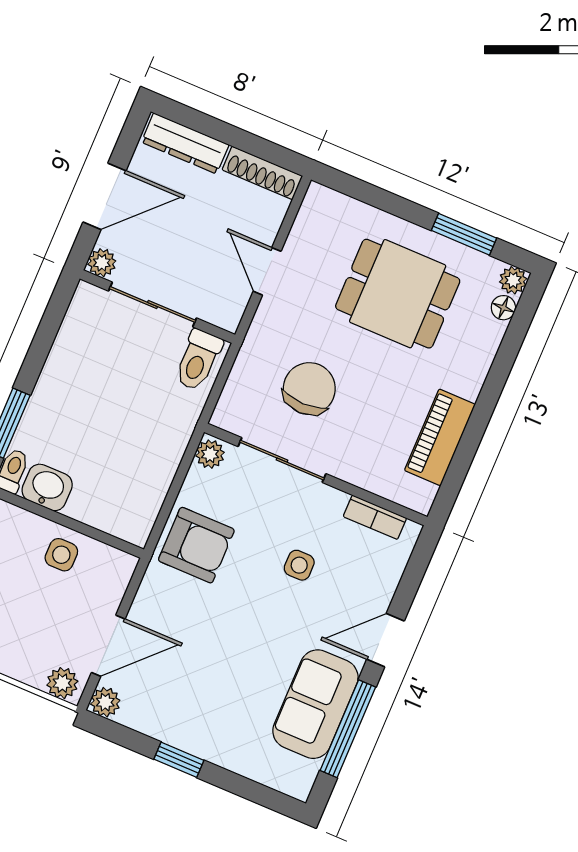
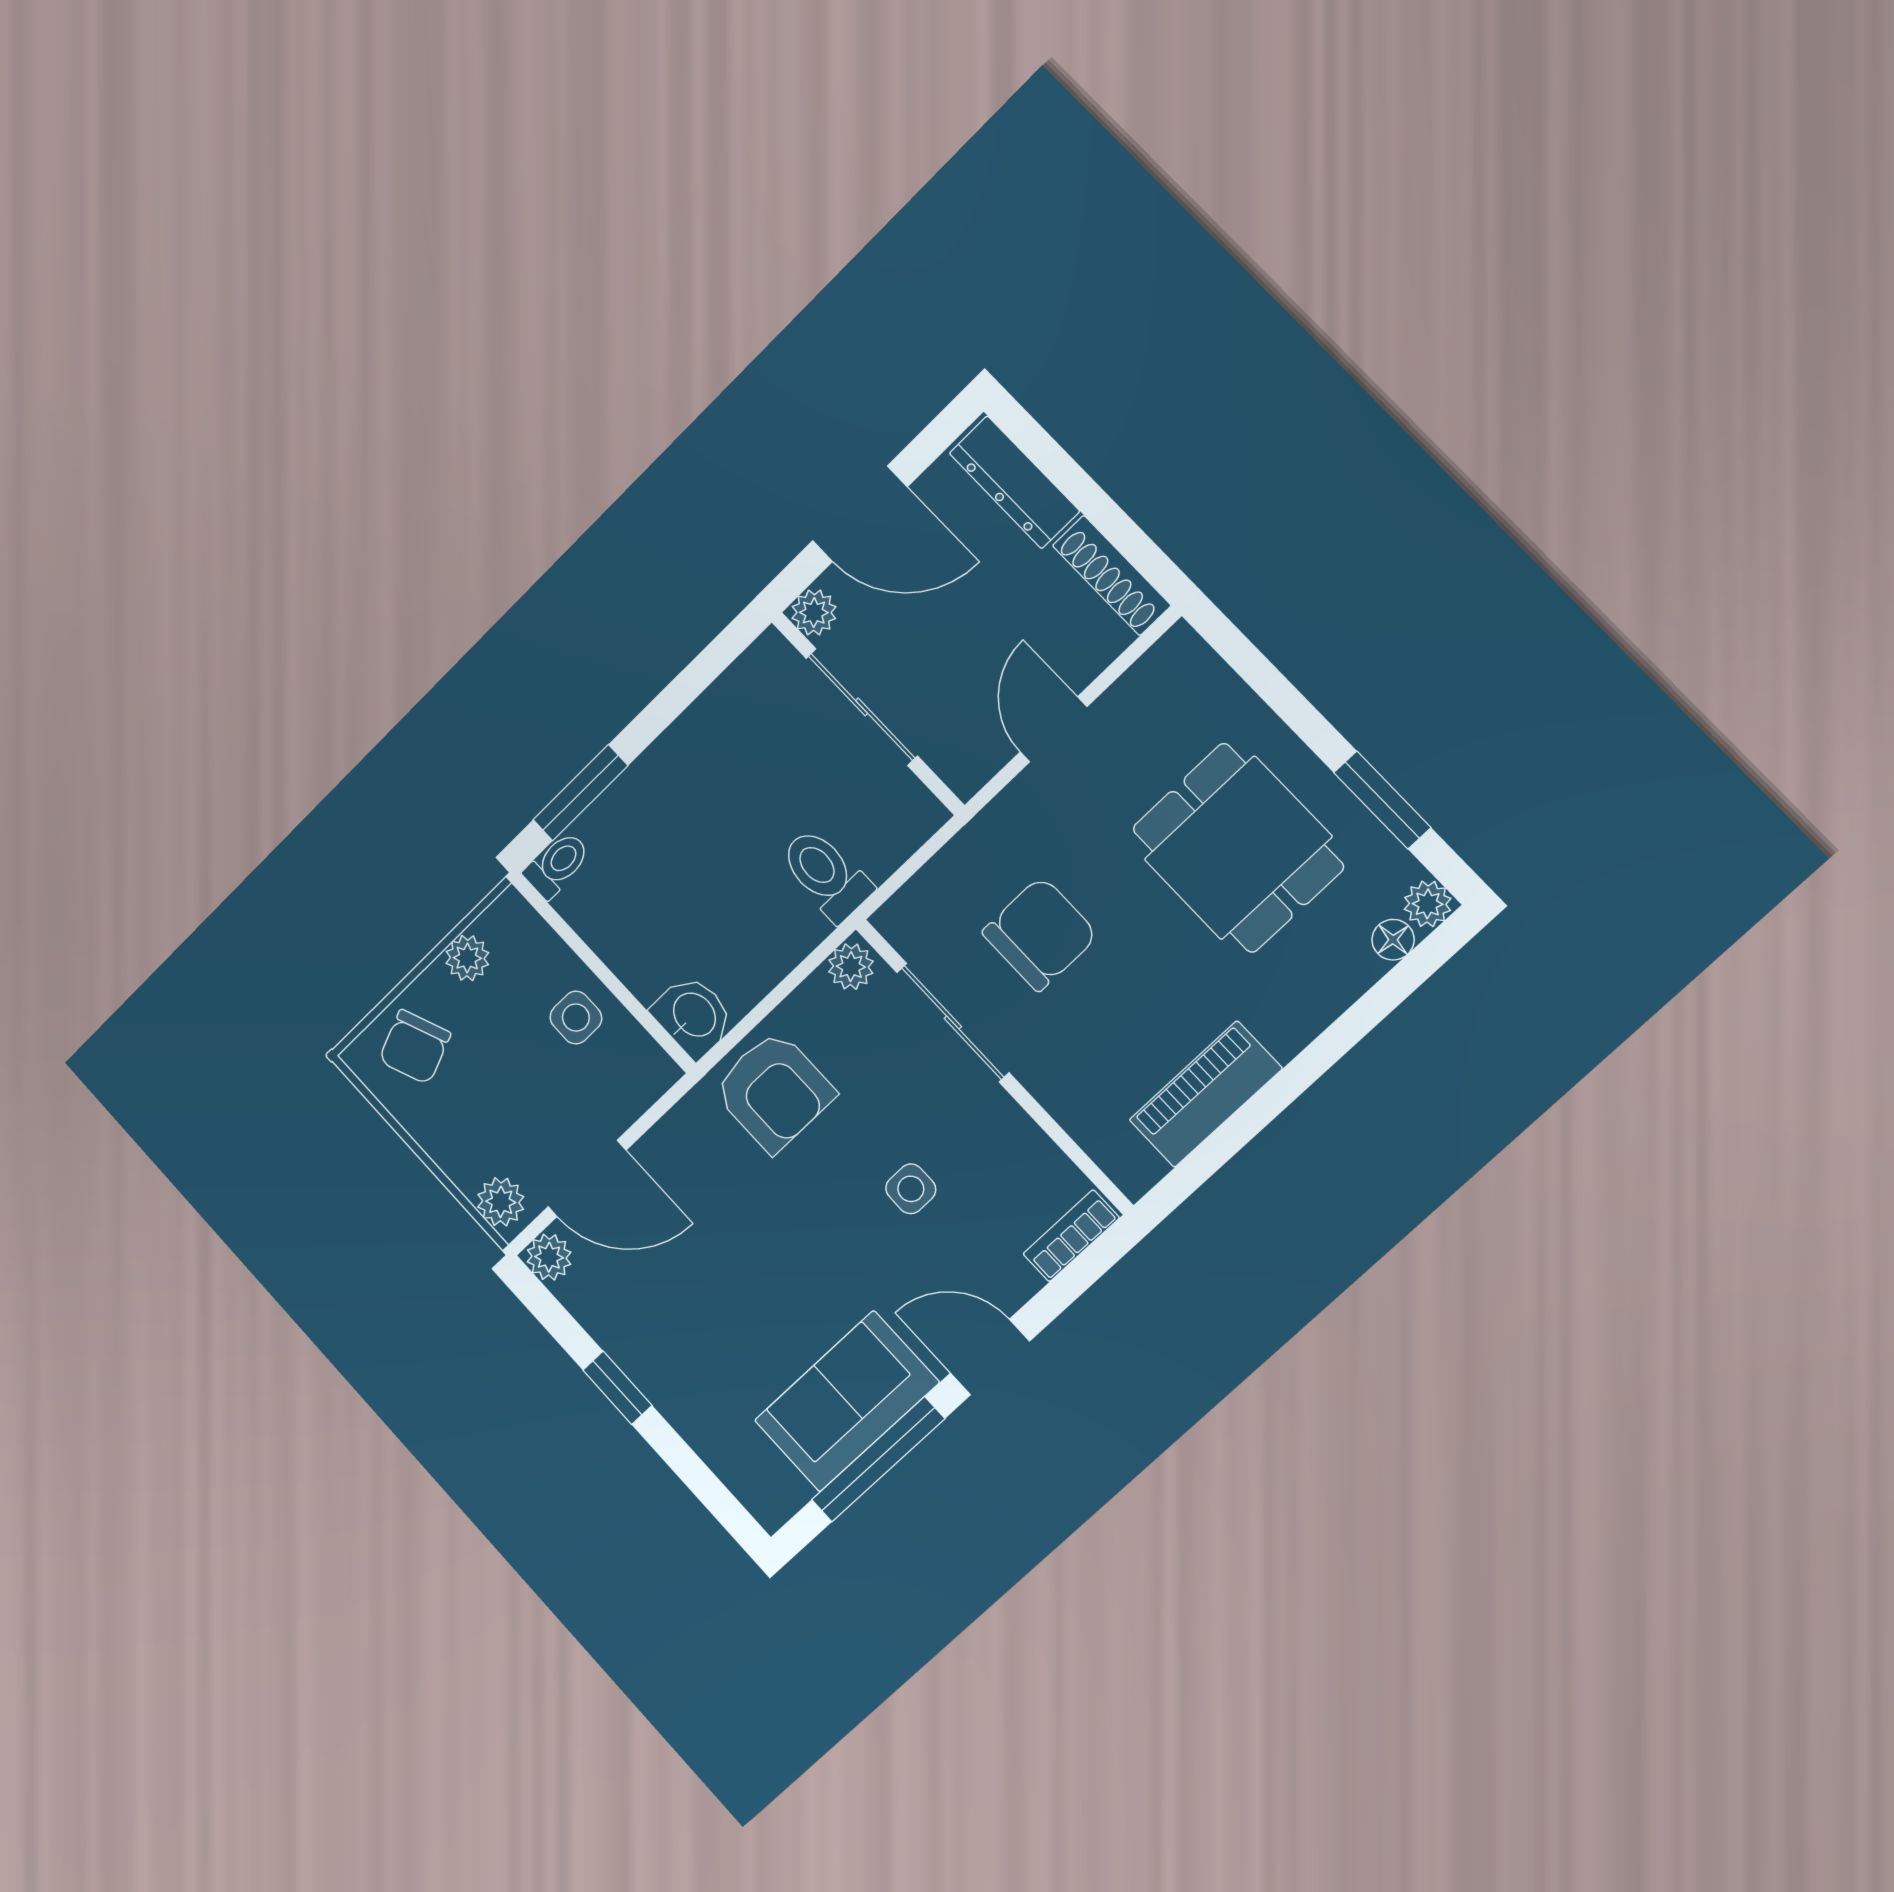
toilet: (198, 360) -> (826, 874), moved, turned 90
washbasin: (47, 487) -> (693, 1016), moved
bookcase: (375, 517) -> (1071, 1236), moved, turned 90

